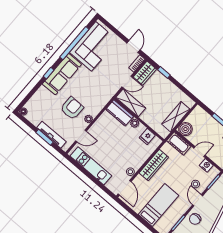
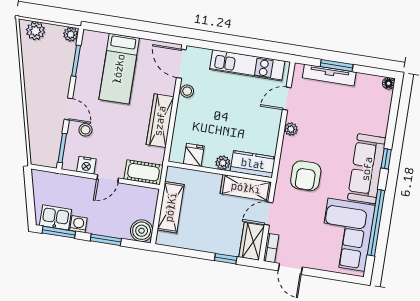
armchair: (72, 108) -> (306, 176), moved
boiler: (185, 129) -> (142, 231), moved
chair: (195, 219) -> (56, 81), removed

